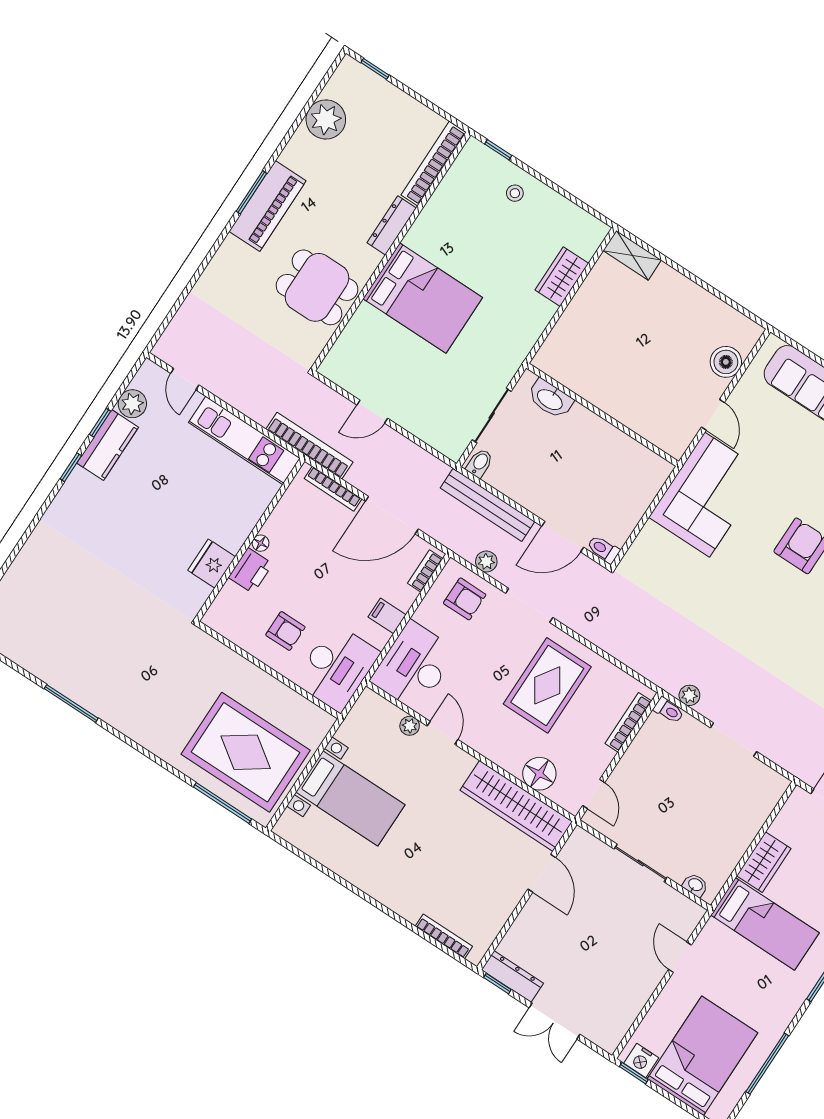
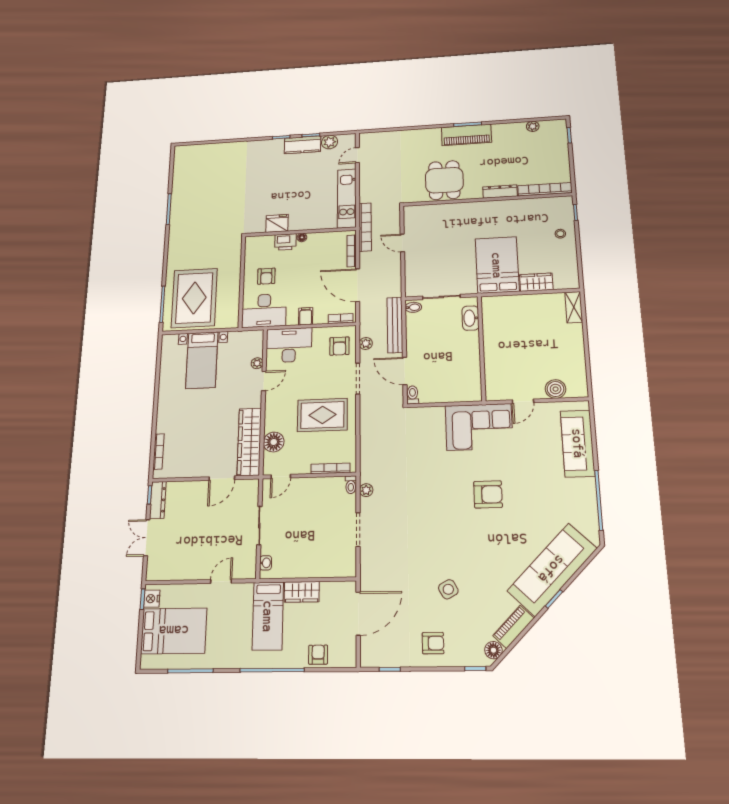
plant: (326, 119) -> (533, 126), width x0.53, depth x0.53
bed: (423, 298) -> (497, 265), moved, turned 180

